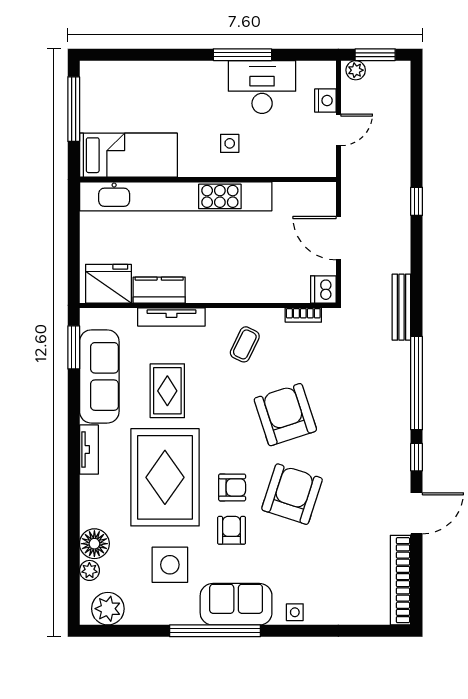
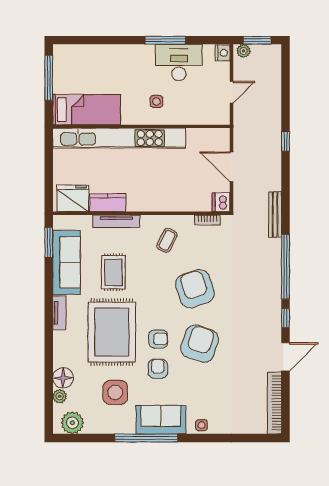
nightstand: (325, 101) -> (223, 53), moved

